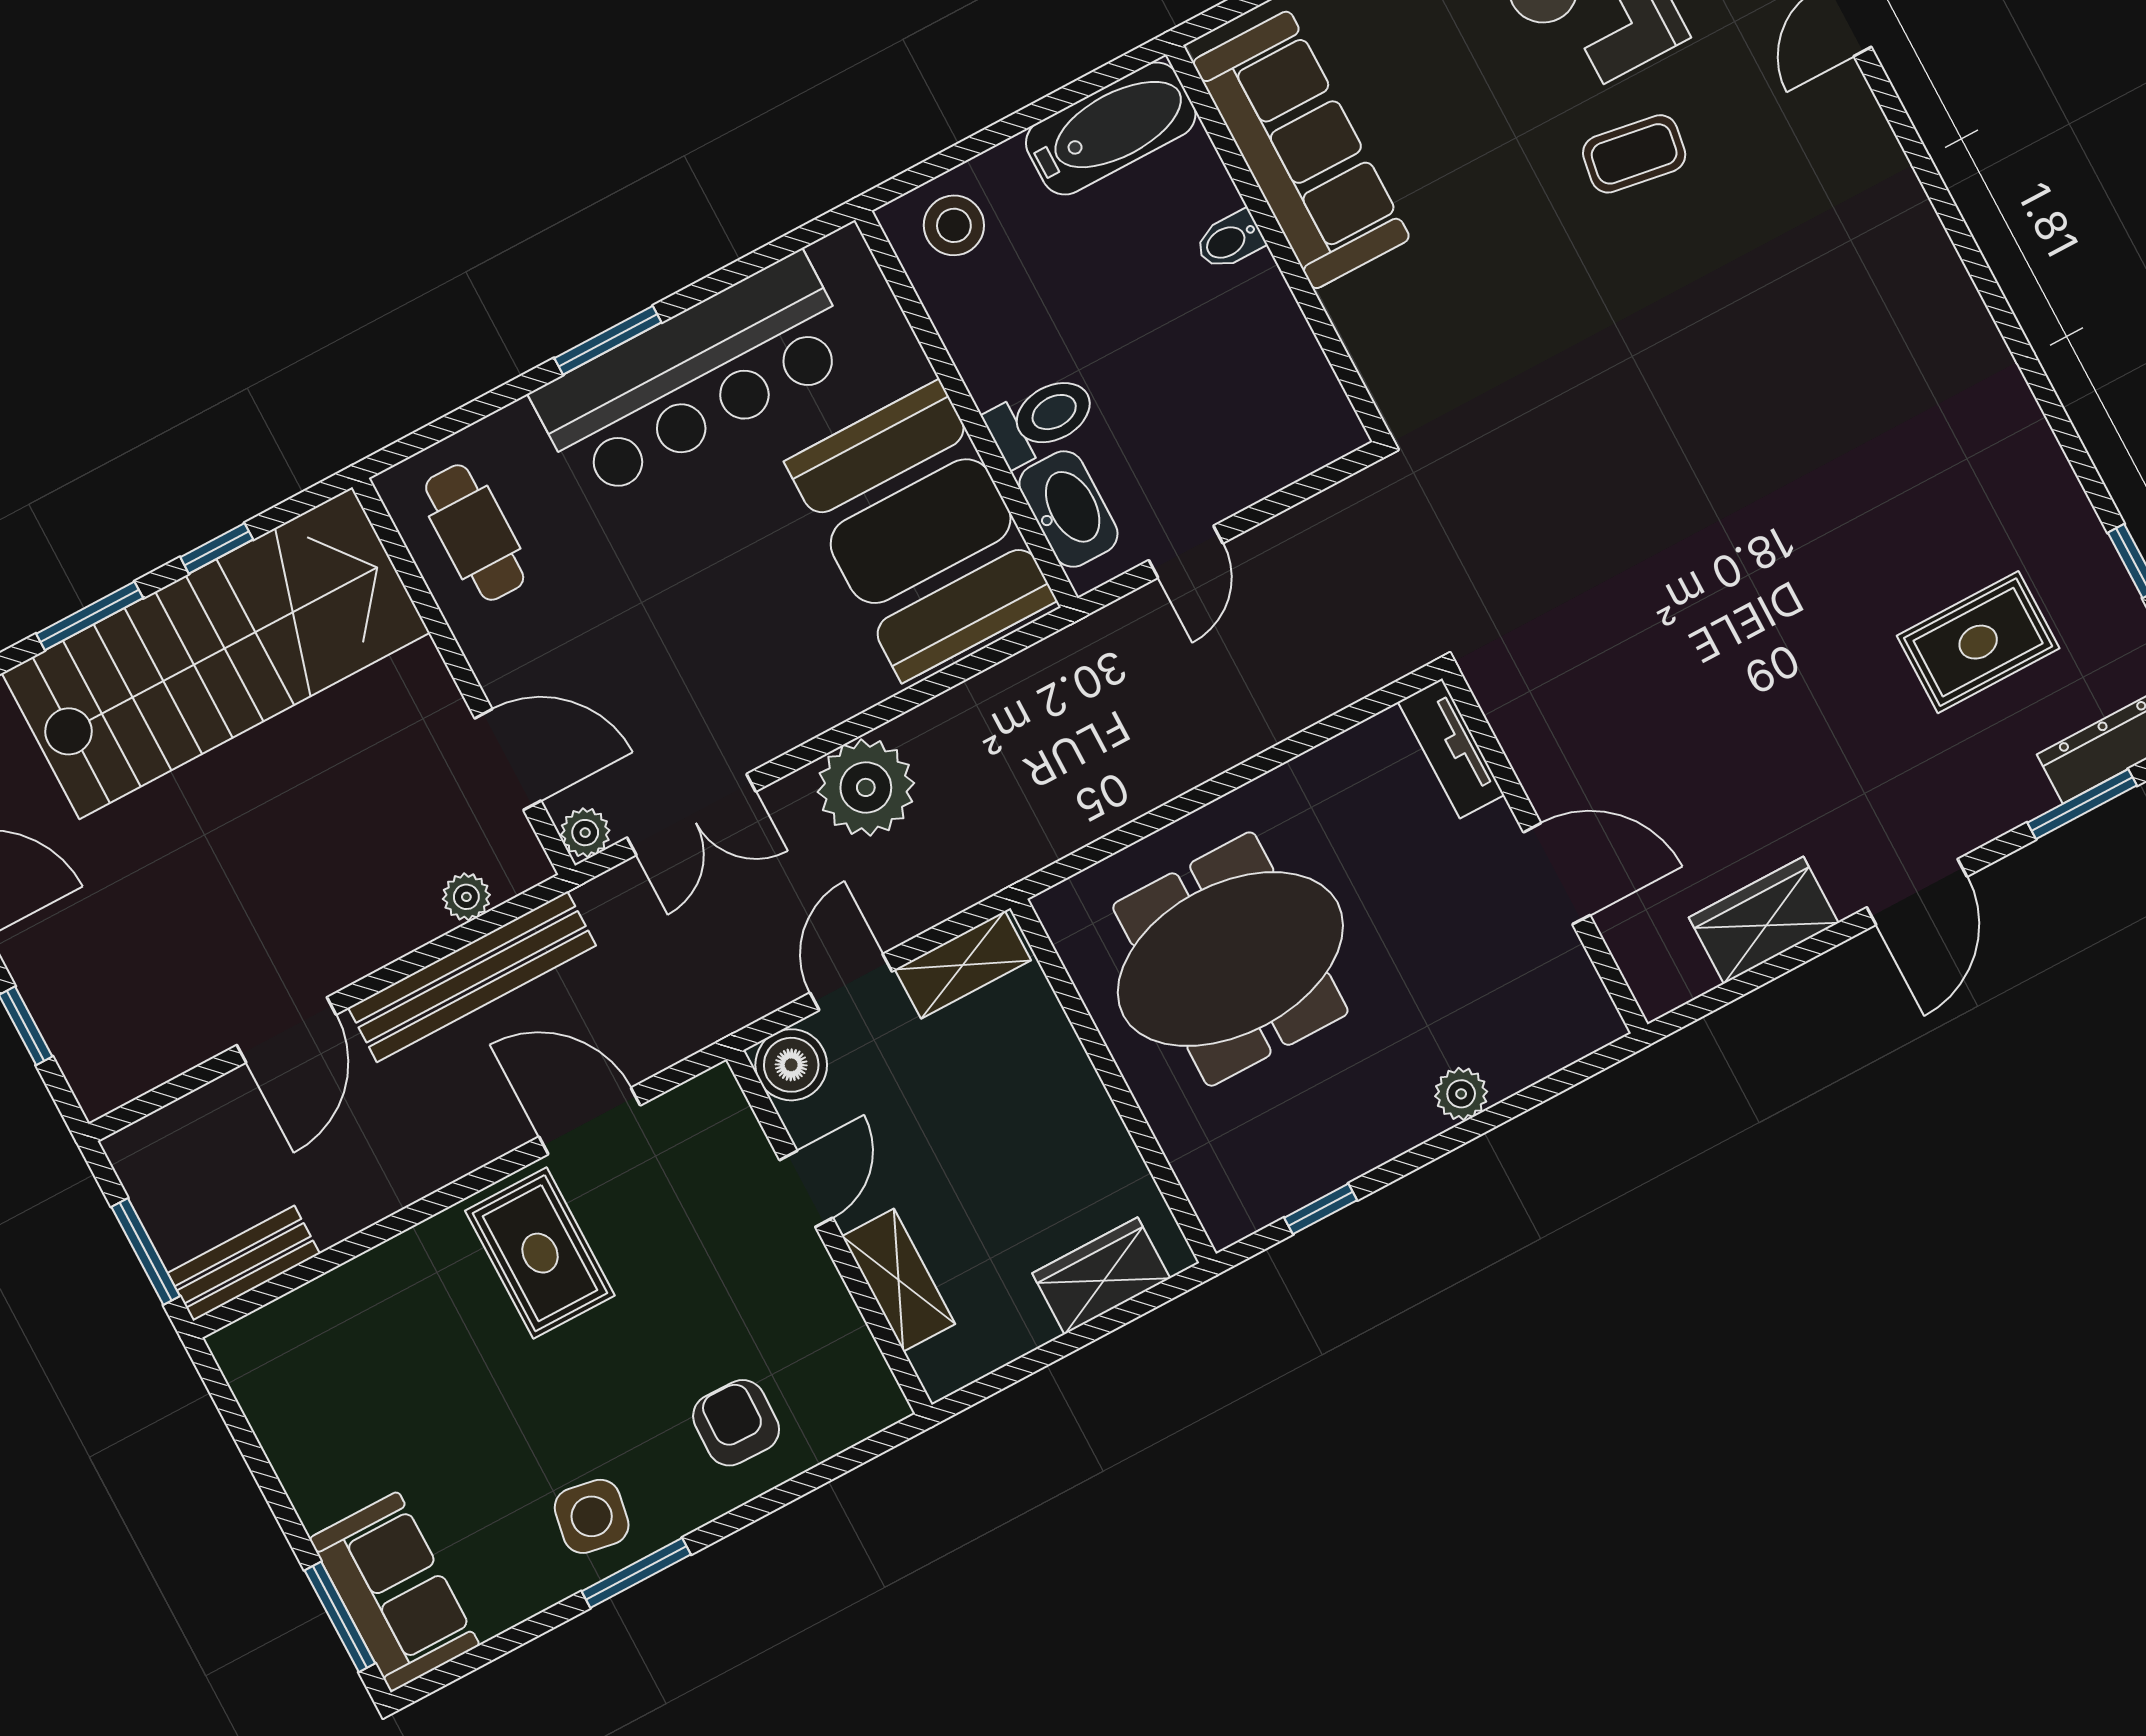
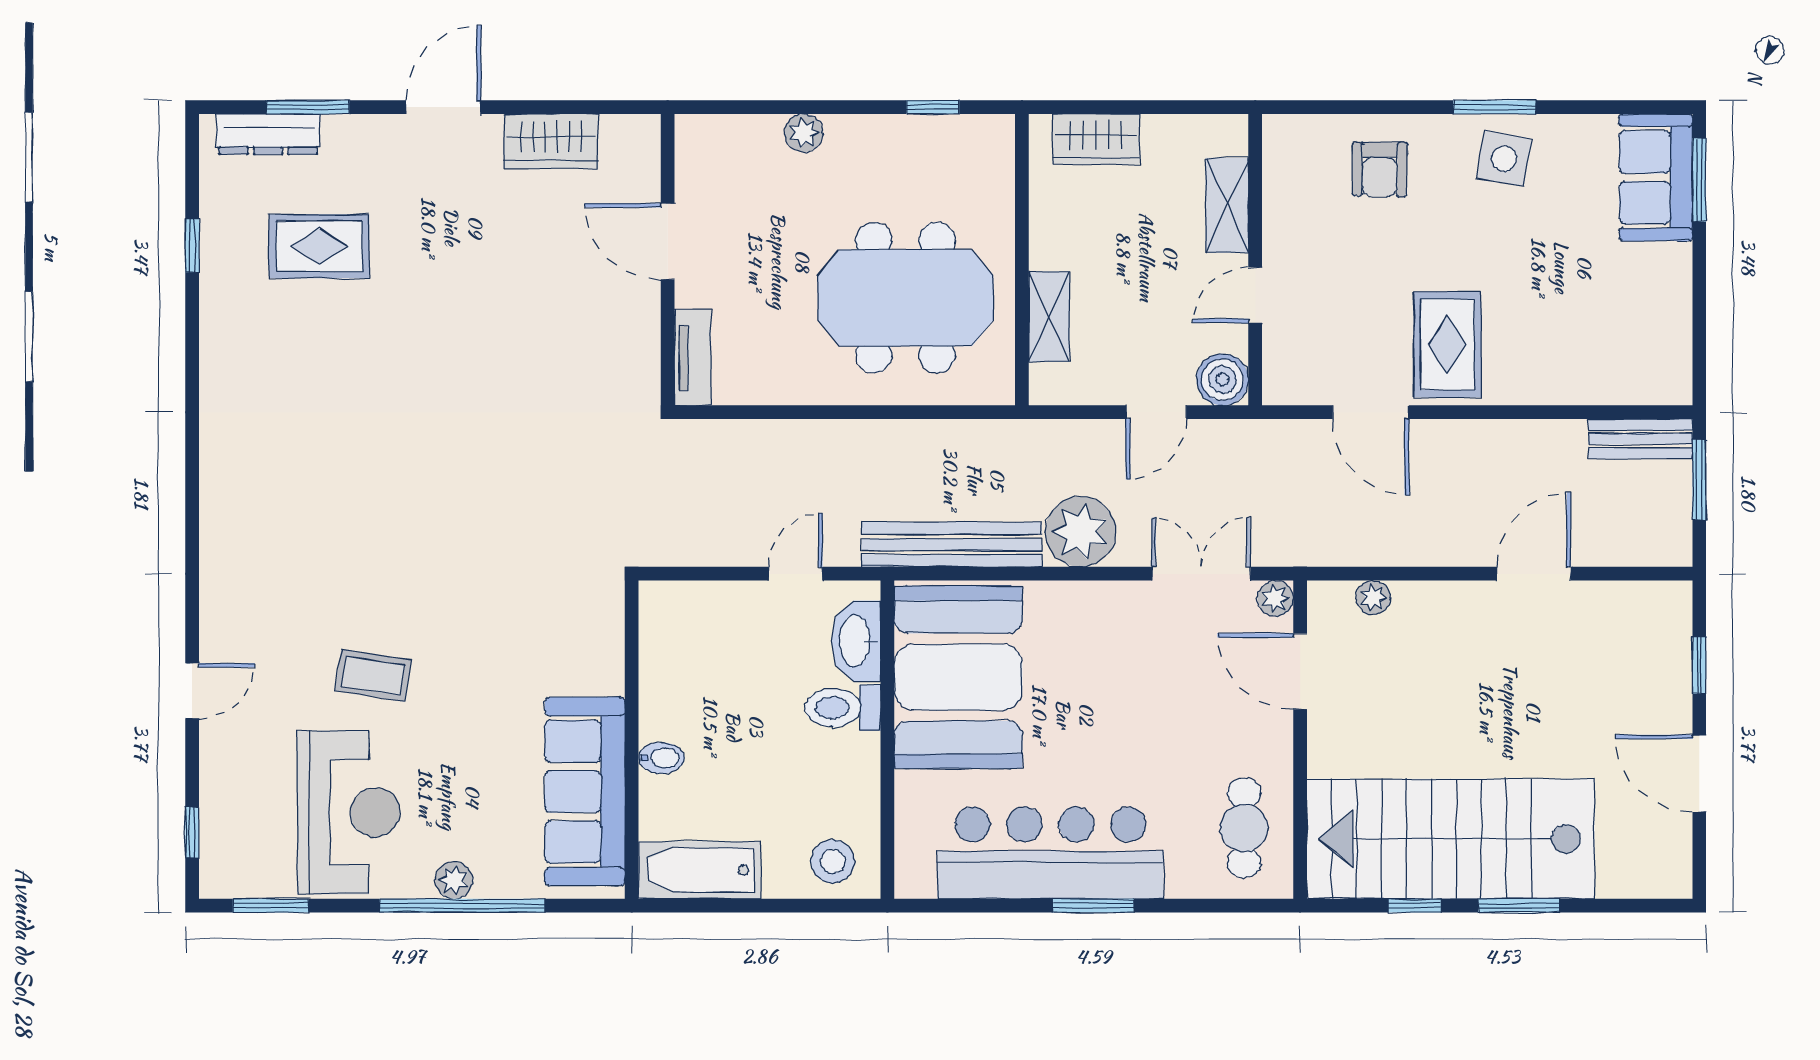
shelving: (963, 965) -> (1049, 317), moved, turned 90
bench: (472, 977) -> (952, 545), moved

